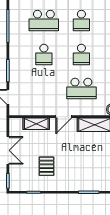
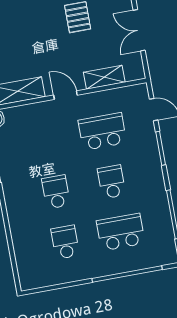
school desk: (81, 89) -> (102, 132), moved
door: (64, 117) -> (65, 95), hinge flipped

